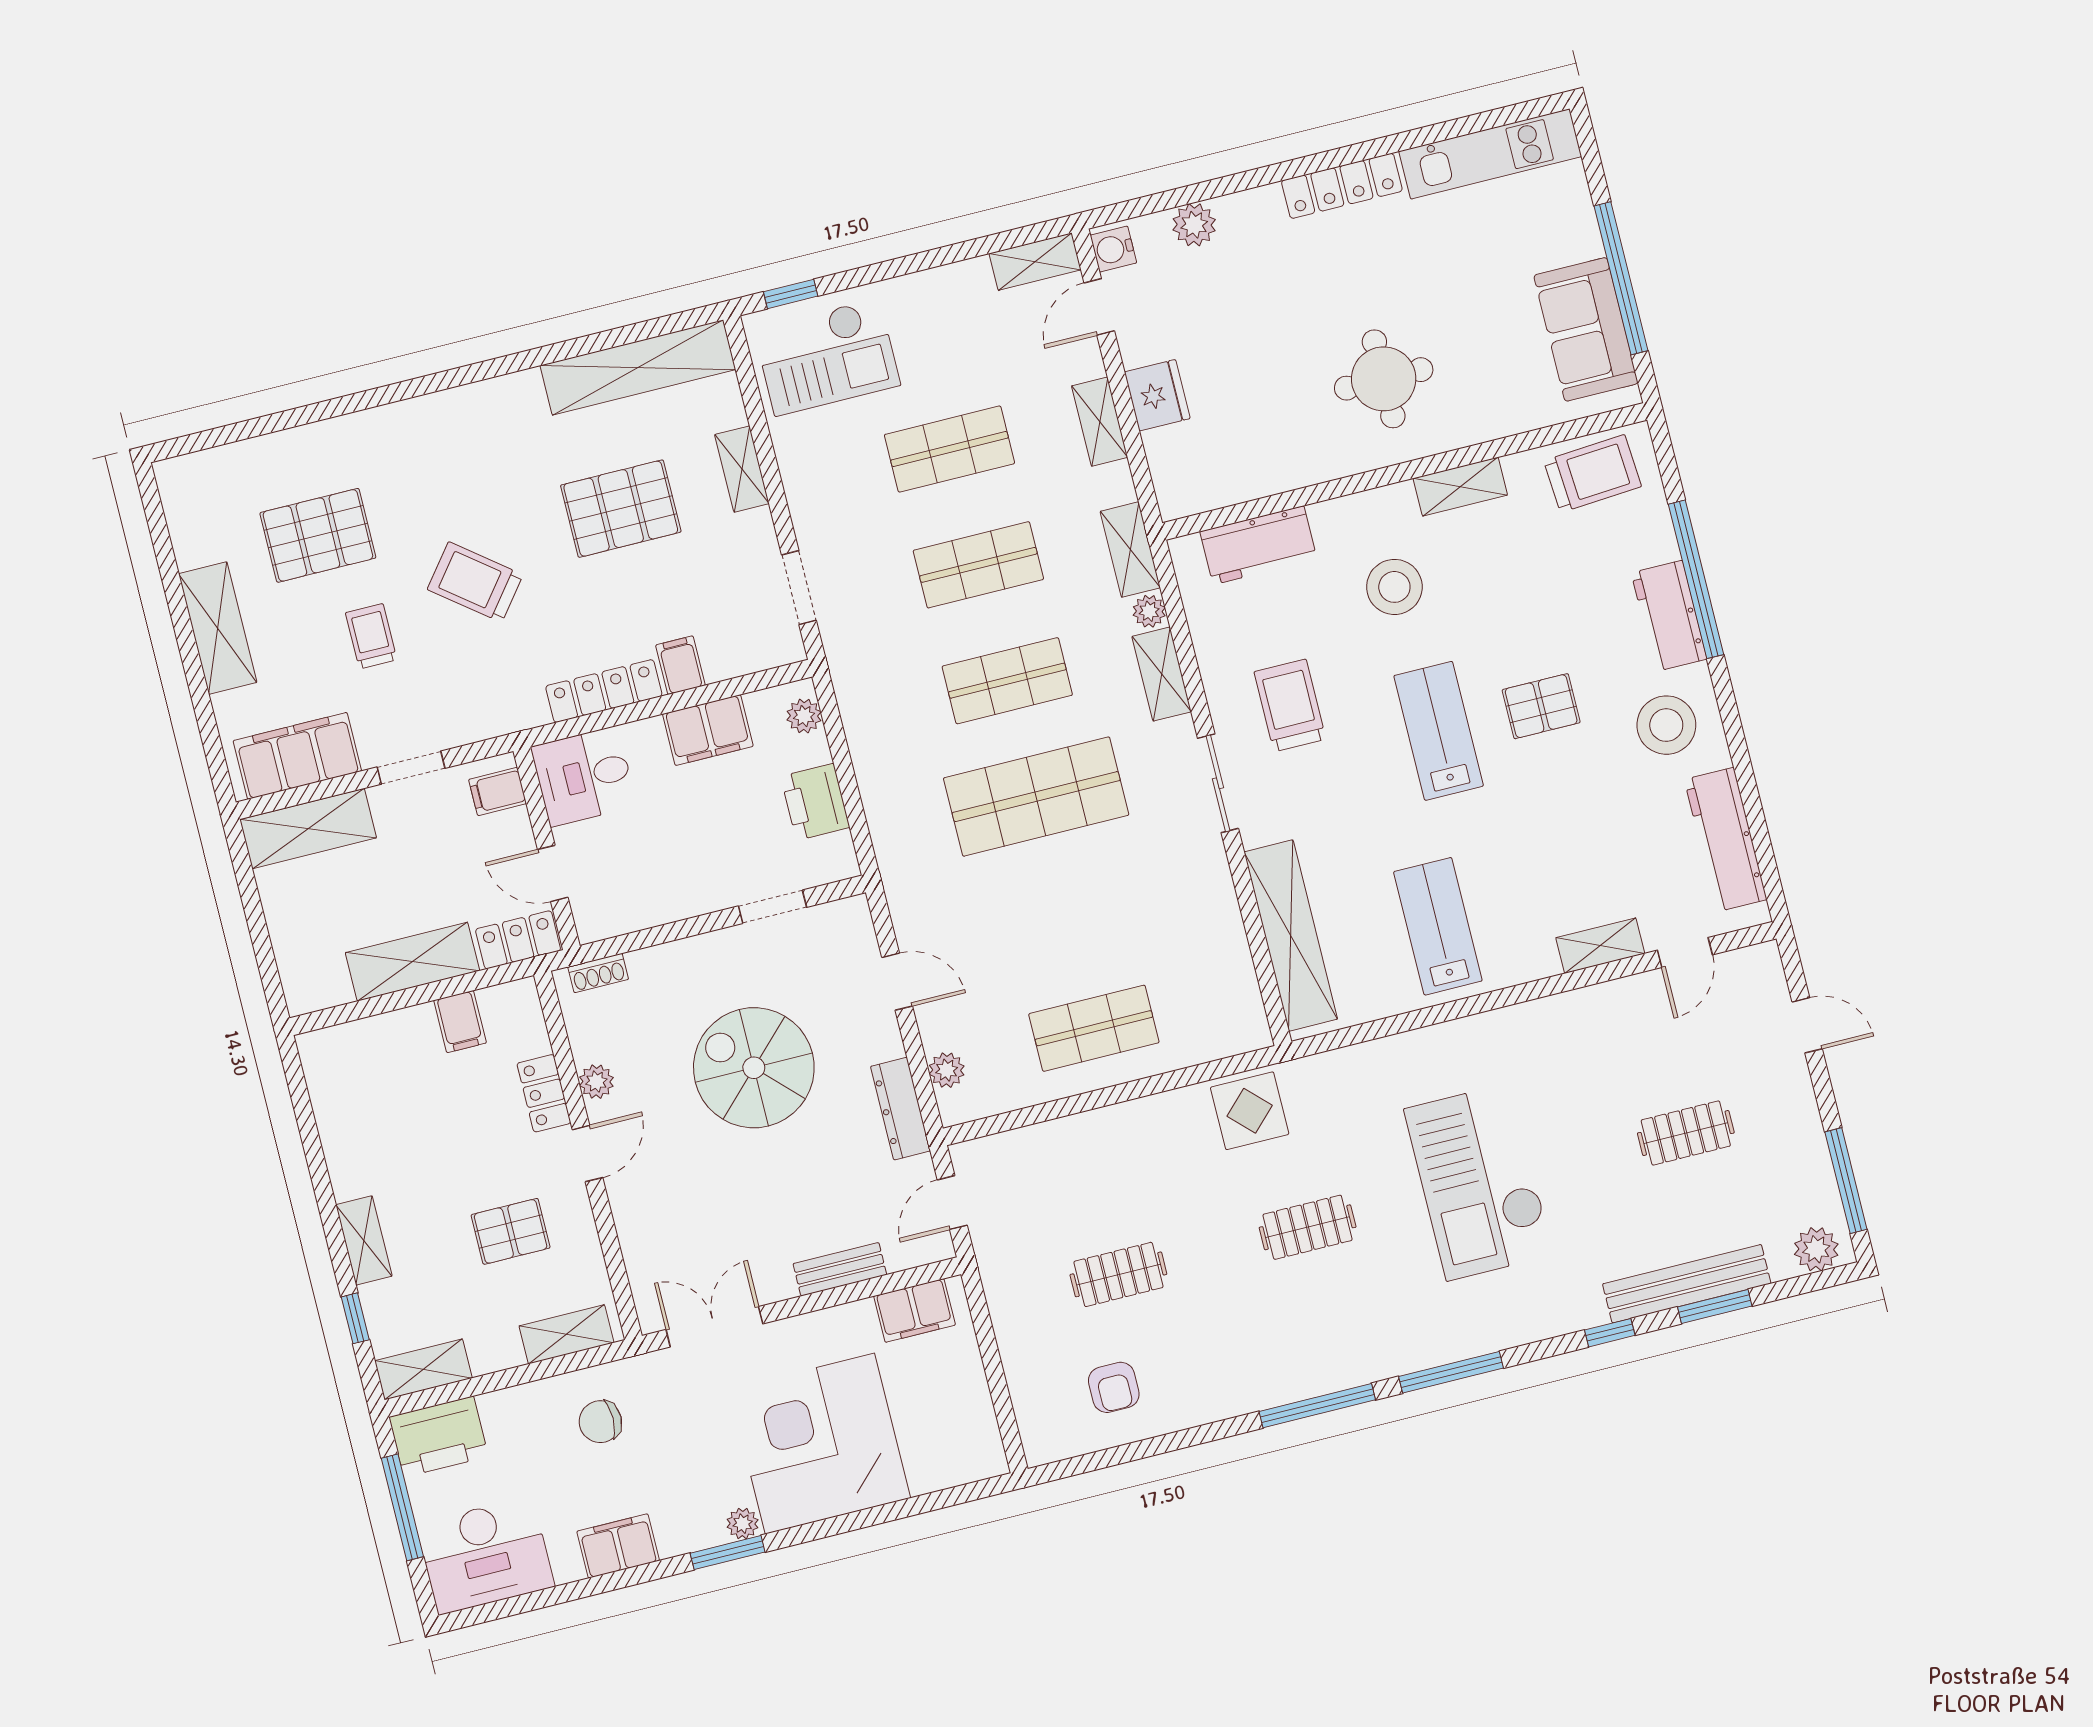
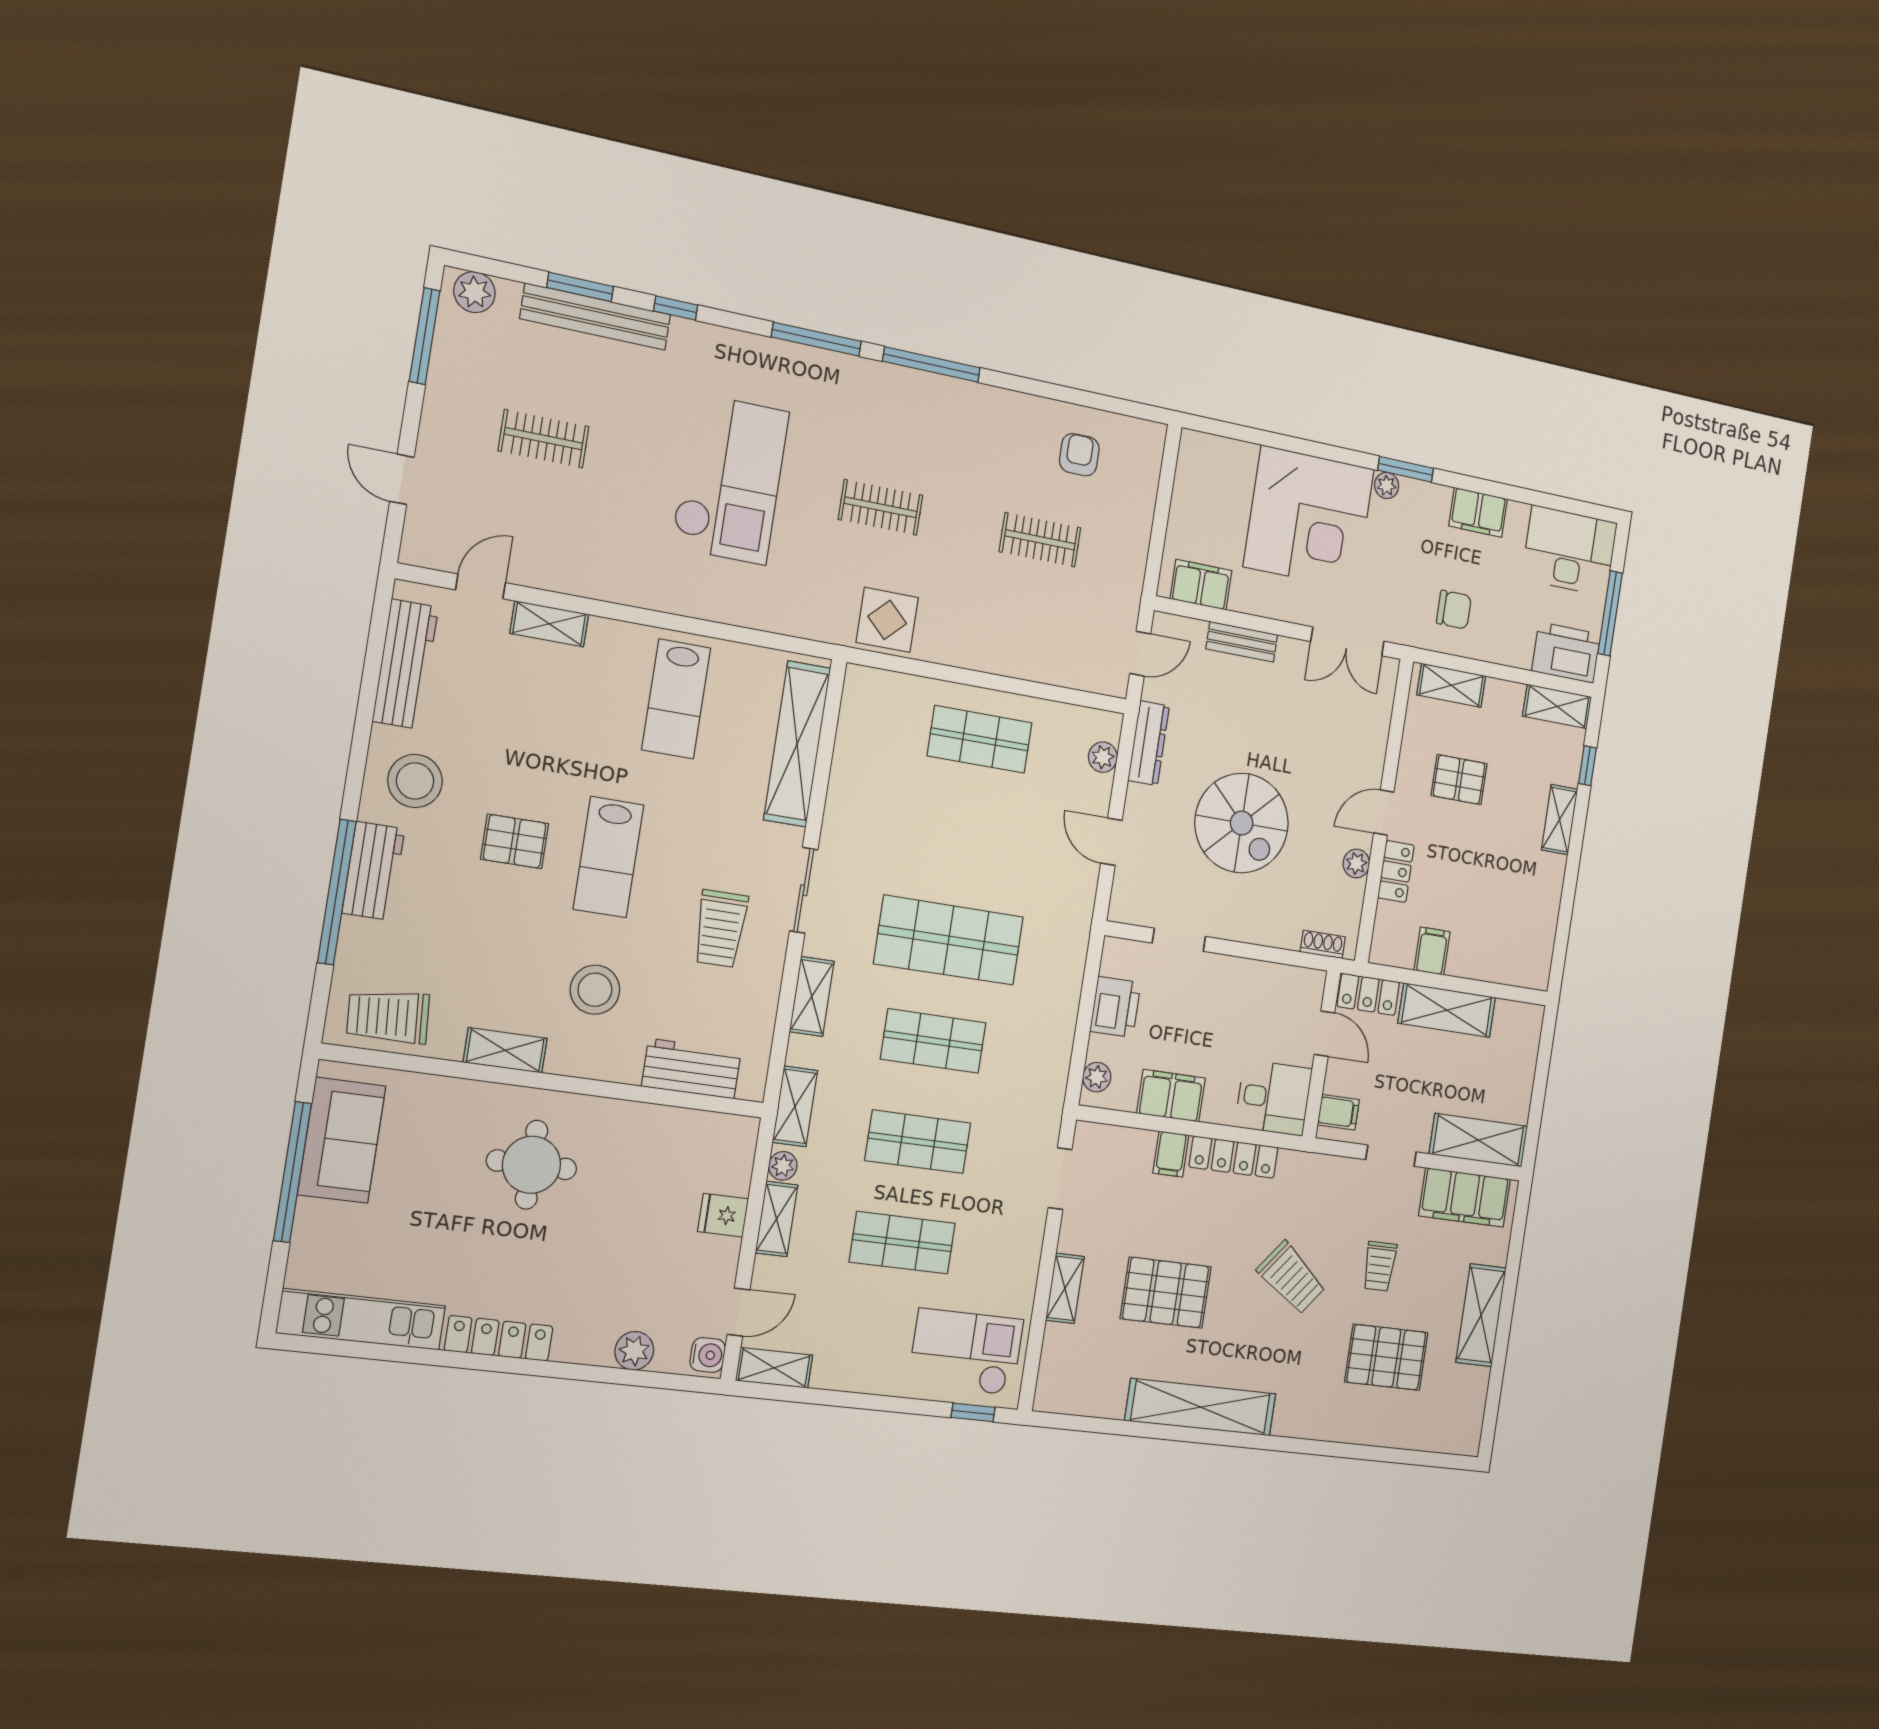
shelving: (638, 367) -> (1201, 1407), moved
fridge: (1157, 395) -> (723, 1215), width x0.72
plant: (1149, 611) -> (783, 1166), moved

